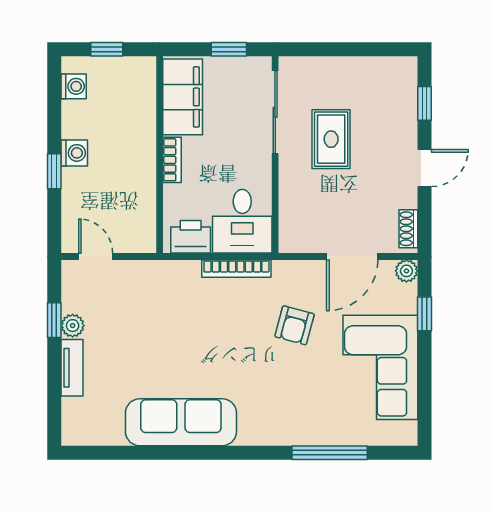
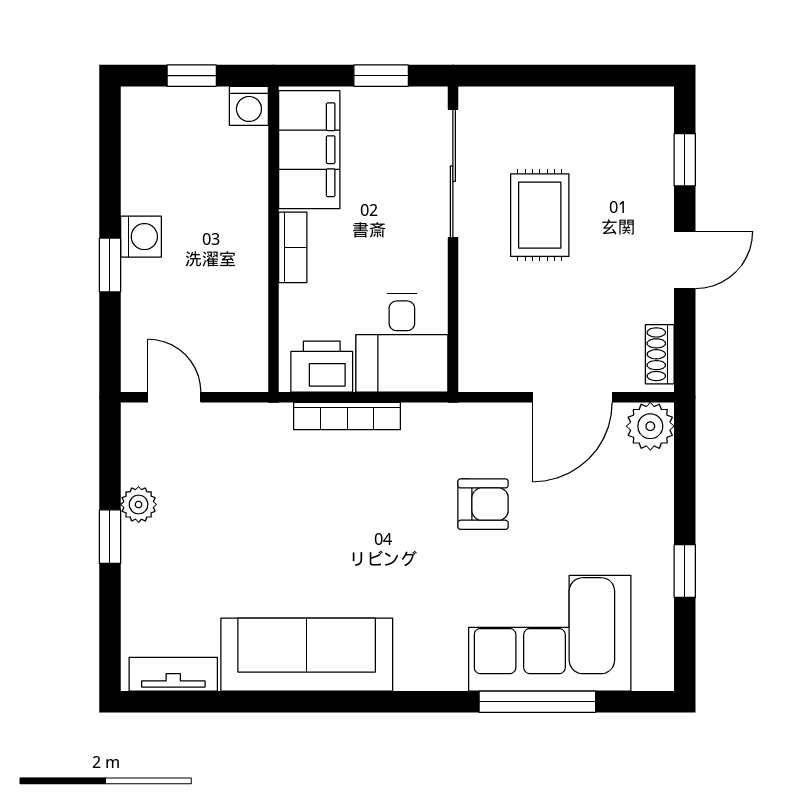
washing machine: (74, 86) -> (249, 106), moved, turned 90
bookcase: (236, 269) -> (347, 416), moved
plant: (406, 271) -> (650, 426), width x1.38, depth x1.38
window: (425, 314) -> (685, 571), moved
window: (54, 320) -> (110, 537), moved
armchair: (295, 325) -> (483, 504), turned -105
corner sofa: (380, 367) -> (550, 633), moved, turned 90
tv unit: (72, 368) -> (173, 674), moved, turned -90

